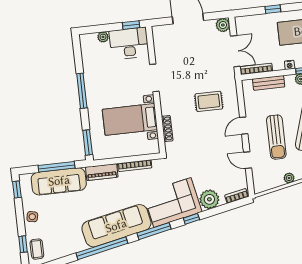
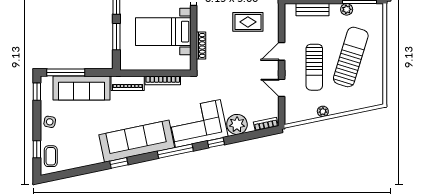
window: (88, 143) -> (116, 37), moved
window: (57, 167) -> (66, 72), moved
window: (102, 248) -> (119, 163), width x0.32

